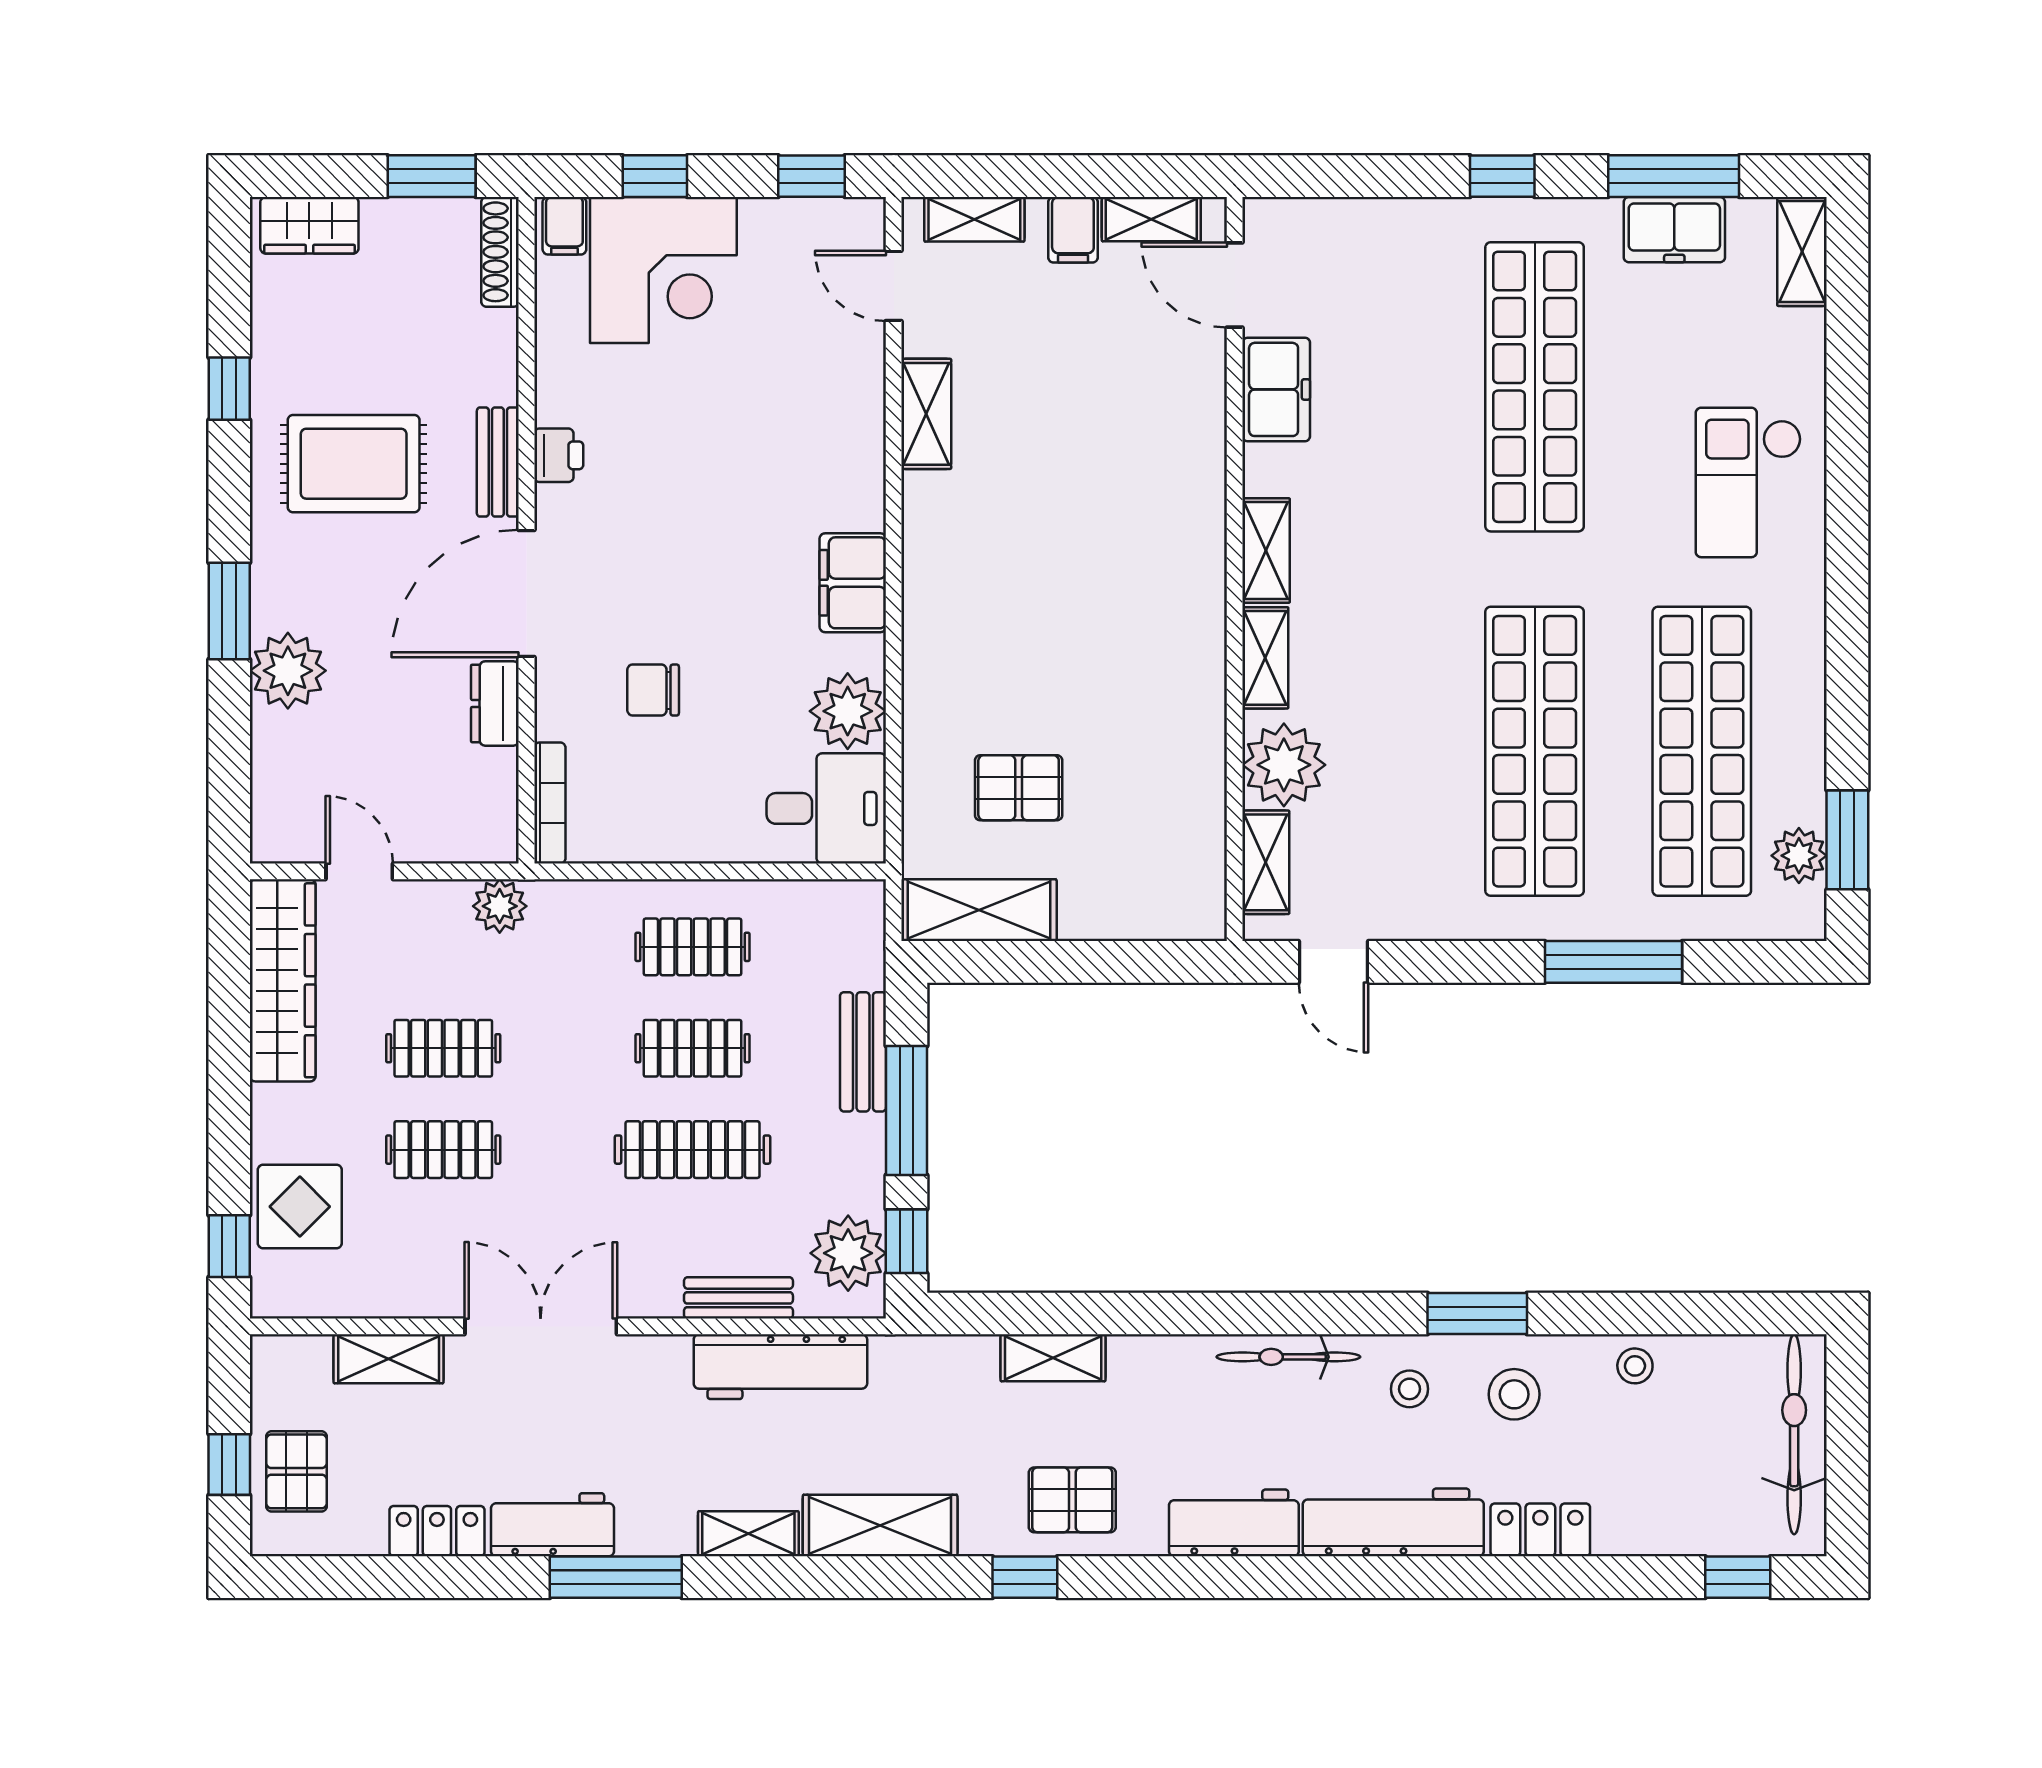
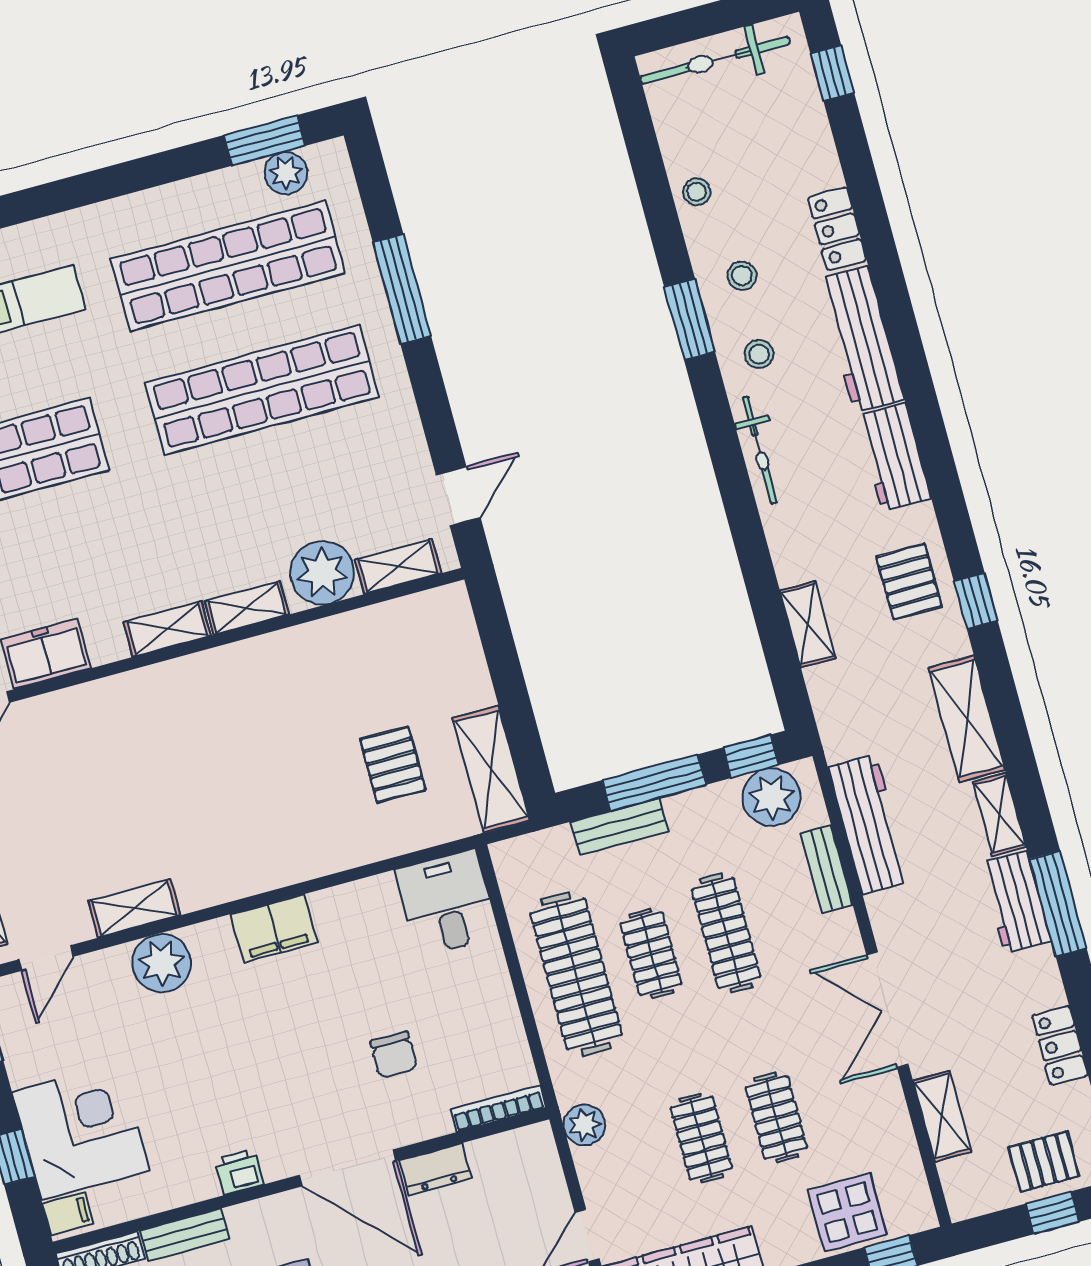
bench: (498, 462) -> (185, 1235), moved
plant: (848, 711) -> (162, 963), moved
clothes rail: (692, 947) -> (576, 974), width x1.86, depth x1.31
stool: (1514, 1394) -> (742, 276), width x0.73, depth x0.73
workbench: (553, 1525) -> (1016, 902), moved

